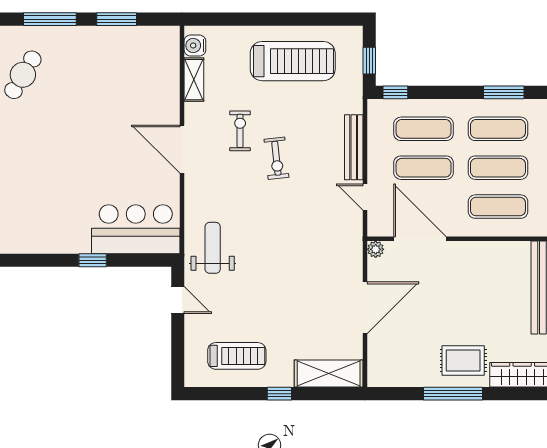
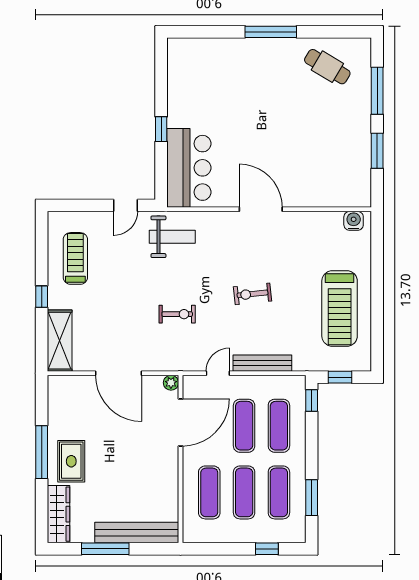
shelving: (194, 80) -> (323, 220), removed
exercise bike: (240, 131) -> (177, 314), moved
door: (182, 149) -> (261, 209), hinge flipped
treadmill: (237, 356) -> (75, 258), turned 180

